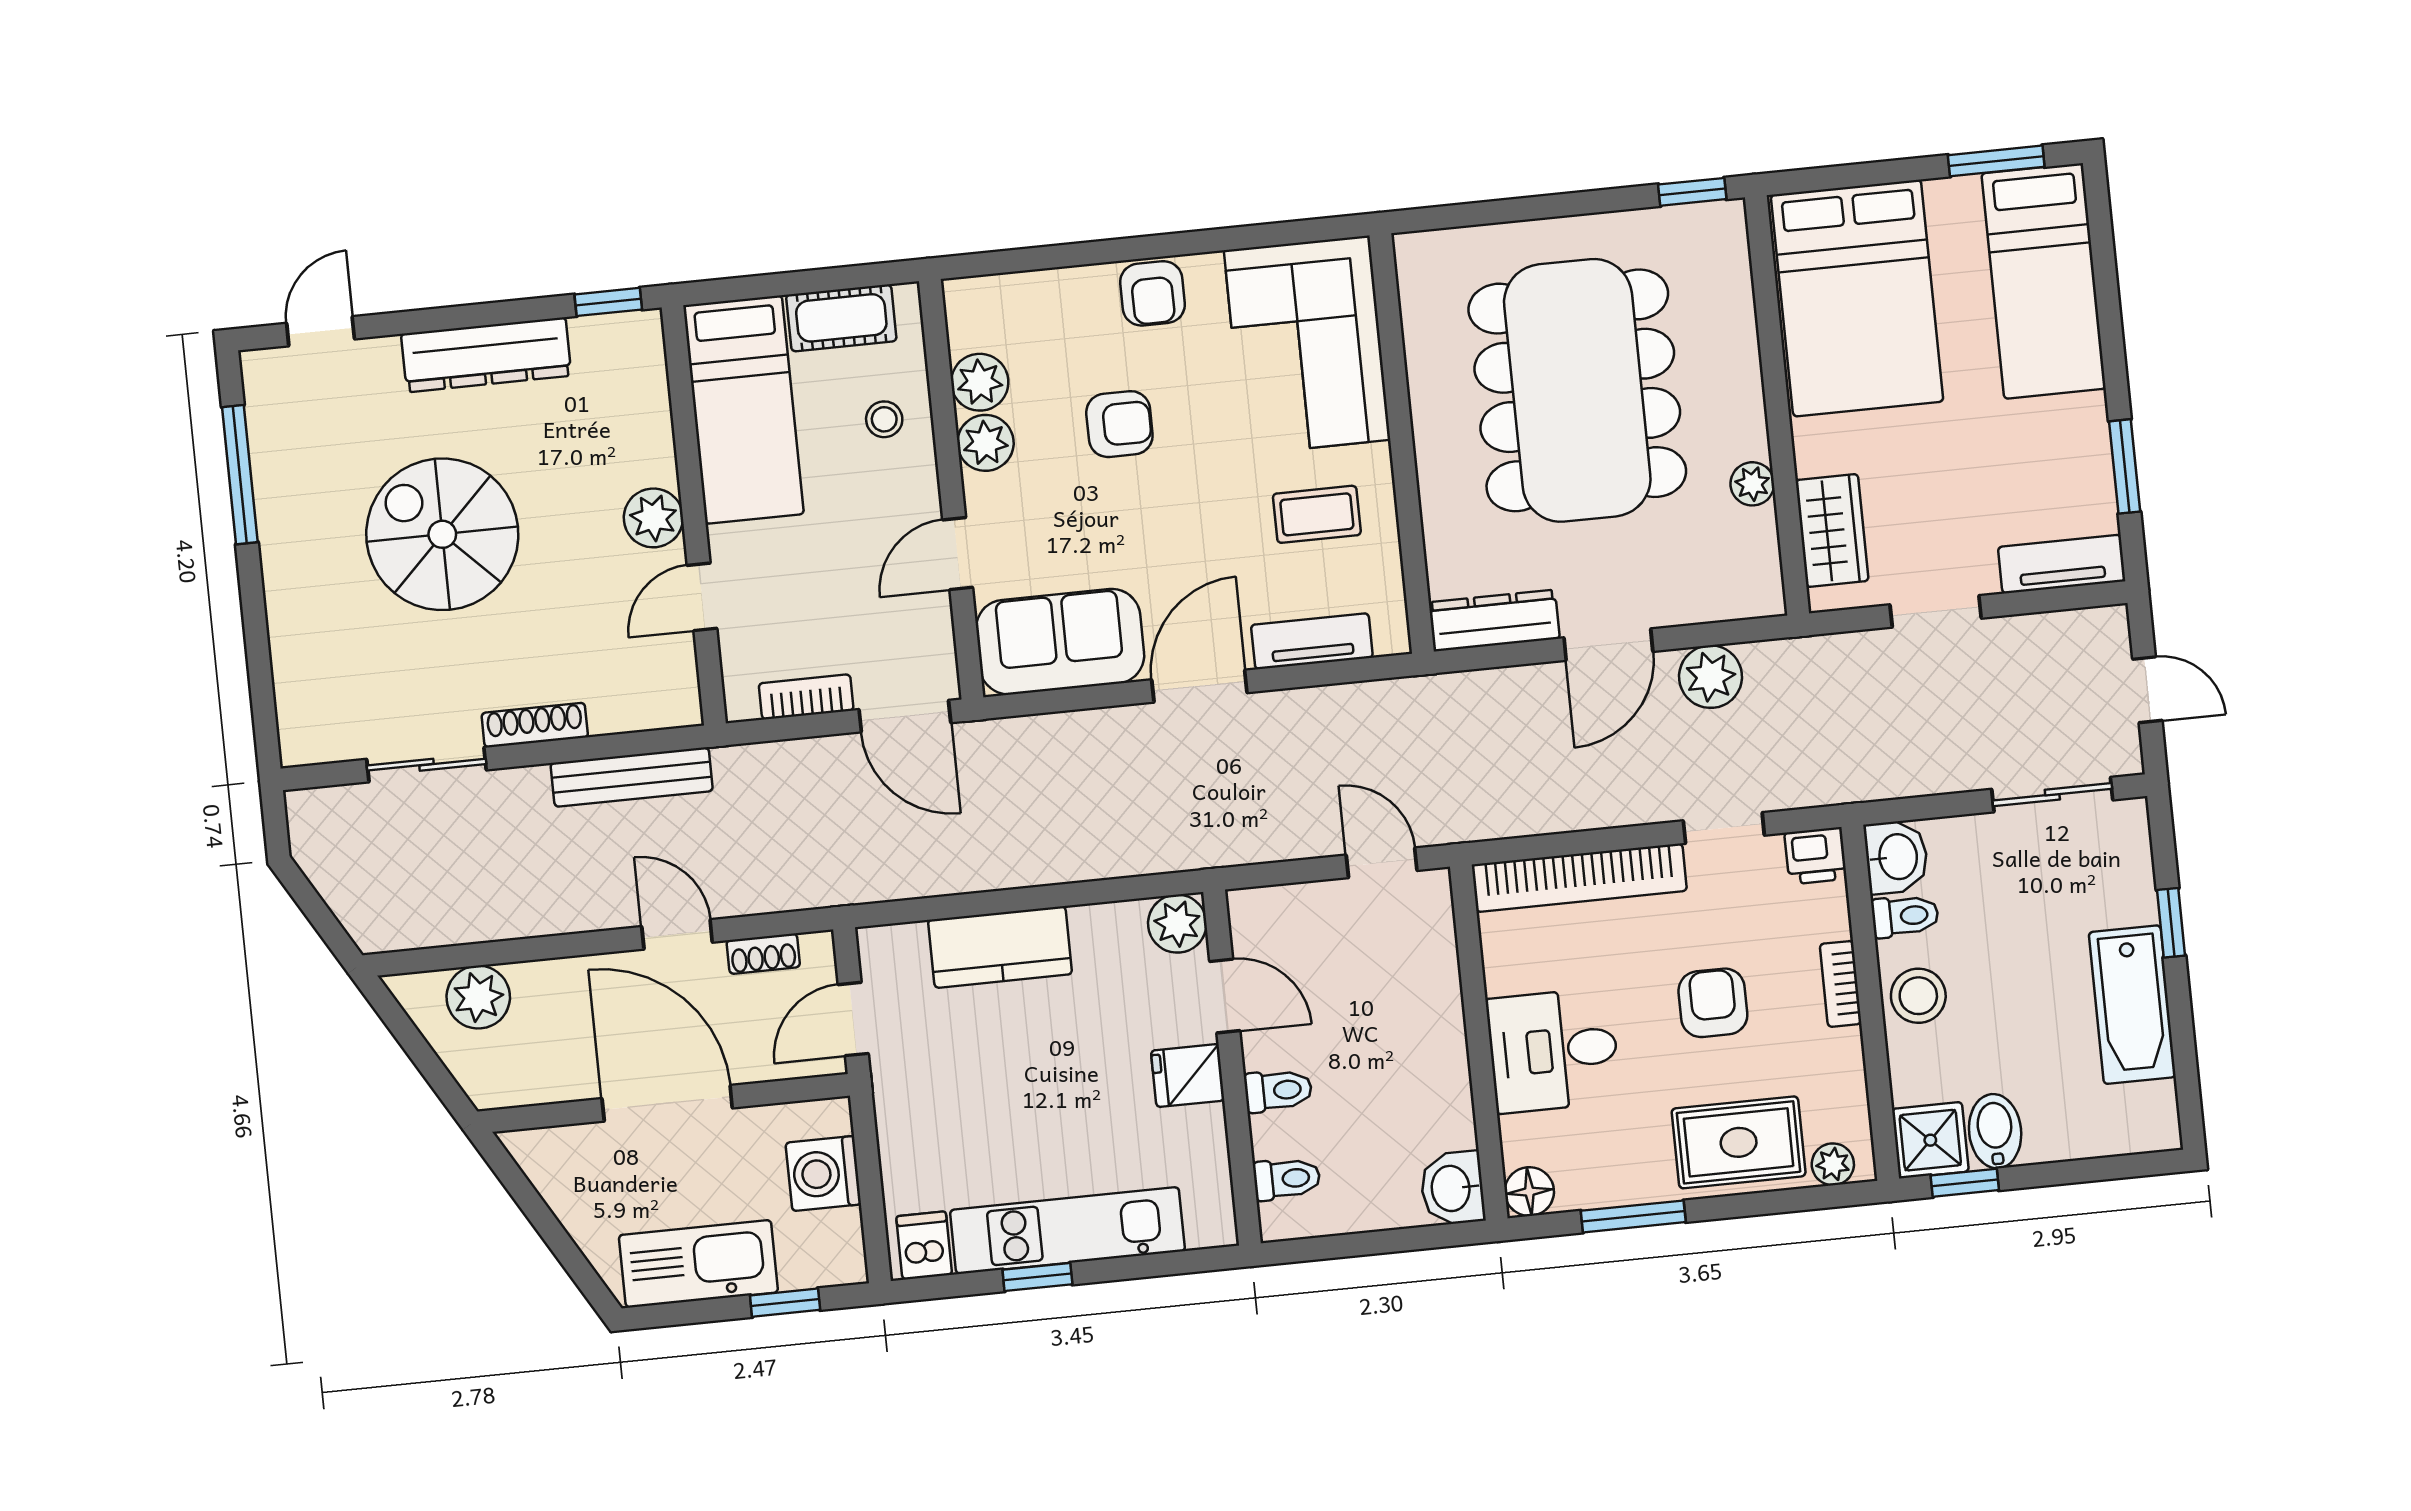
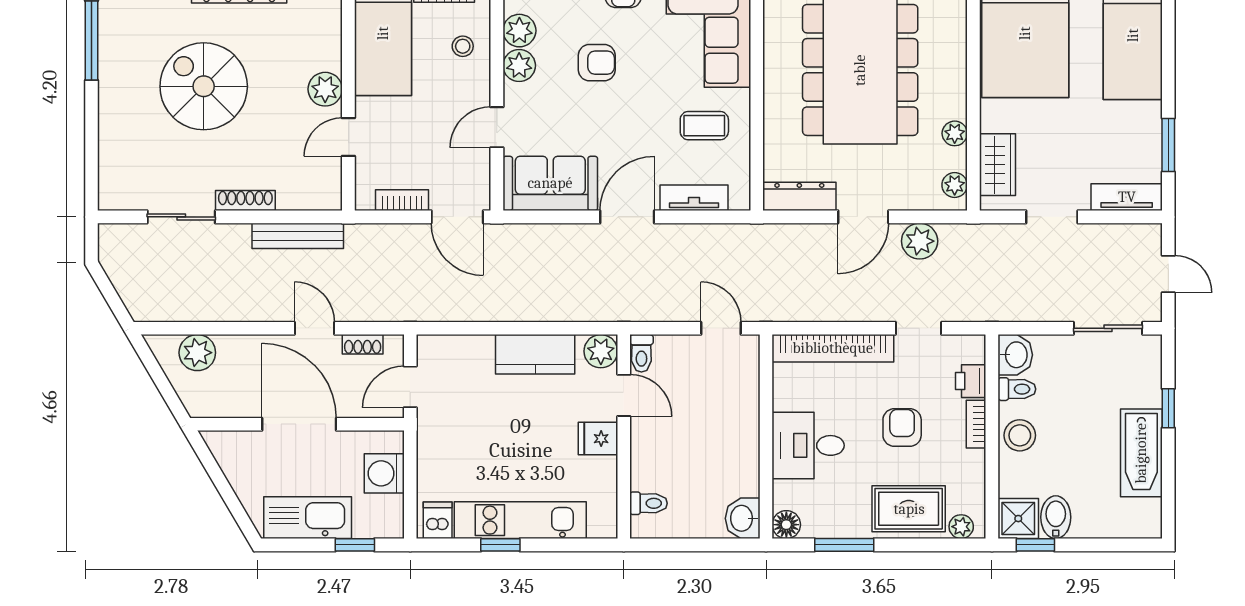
plant: (1761, 573) -> (955, 185), added
printer: (1816, 856) -> (971, 381), moved, turned 90
kitchen counter: (1000, 947) -> (535, 354), moved
toilet: (1278, 1091) -> (641, 353), moved, turned 90

